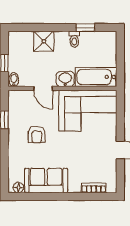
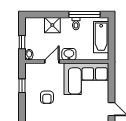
window: (85, 28) -> (84, 15), width x2.17
bathtub: (96, 77) -> (101, 37), moved, turned -90
door: (43, 88) -> (52, 62), swing flipped

